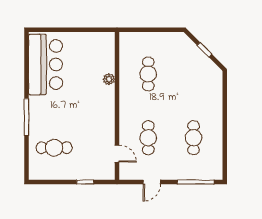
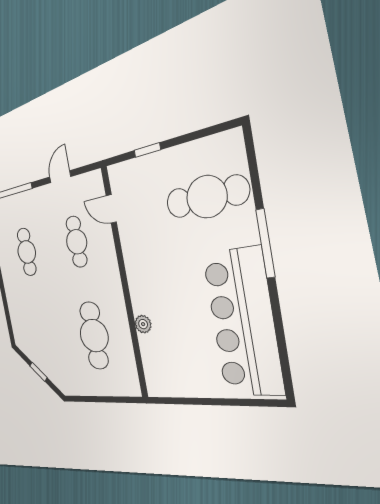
bar counter: (46, 64) -> (243, 323), width x1.36
cafe table: (148, 74) -> (94, 336), width x1.37, depth x1.35
cafe table: (54, 148) -> (207, 197), width x1.37, depth x1.35

